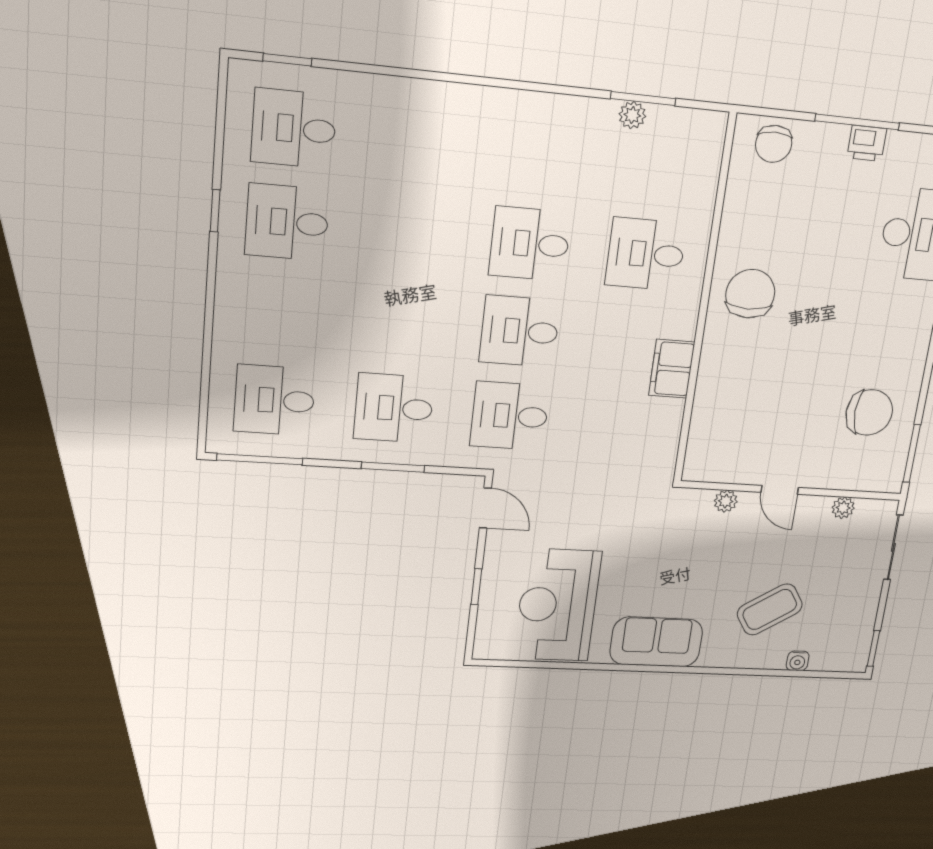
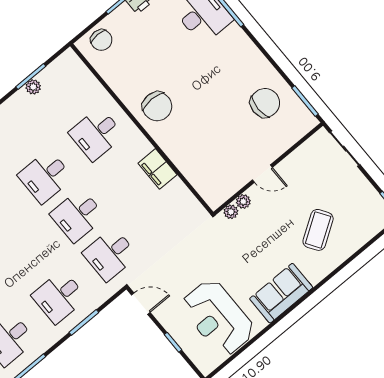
chair: (750, 294) -> (157, 106), turned 180
plant: (843, 508) -> (231, 212), moved
water cooler: (798, 661) -> (358, 241), removed

